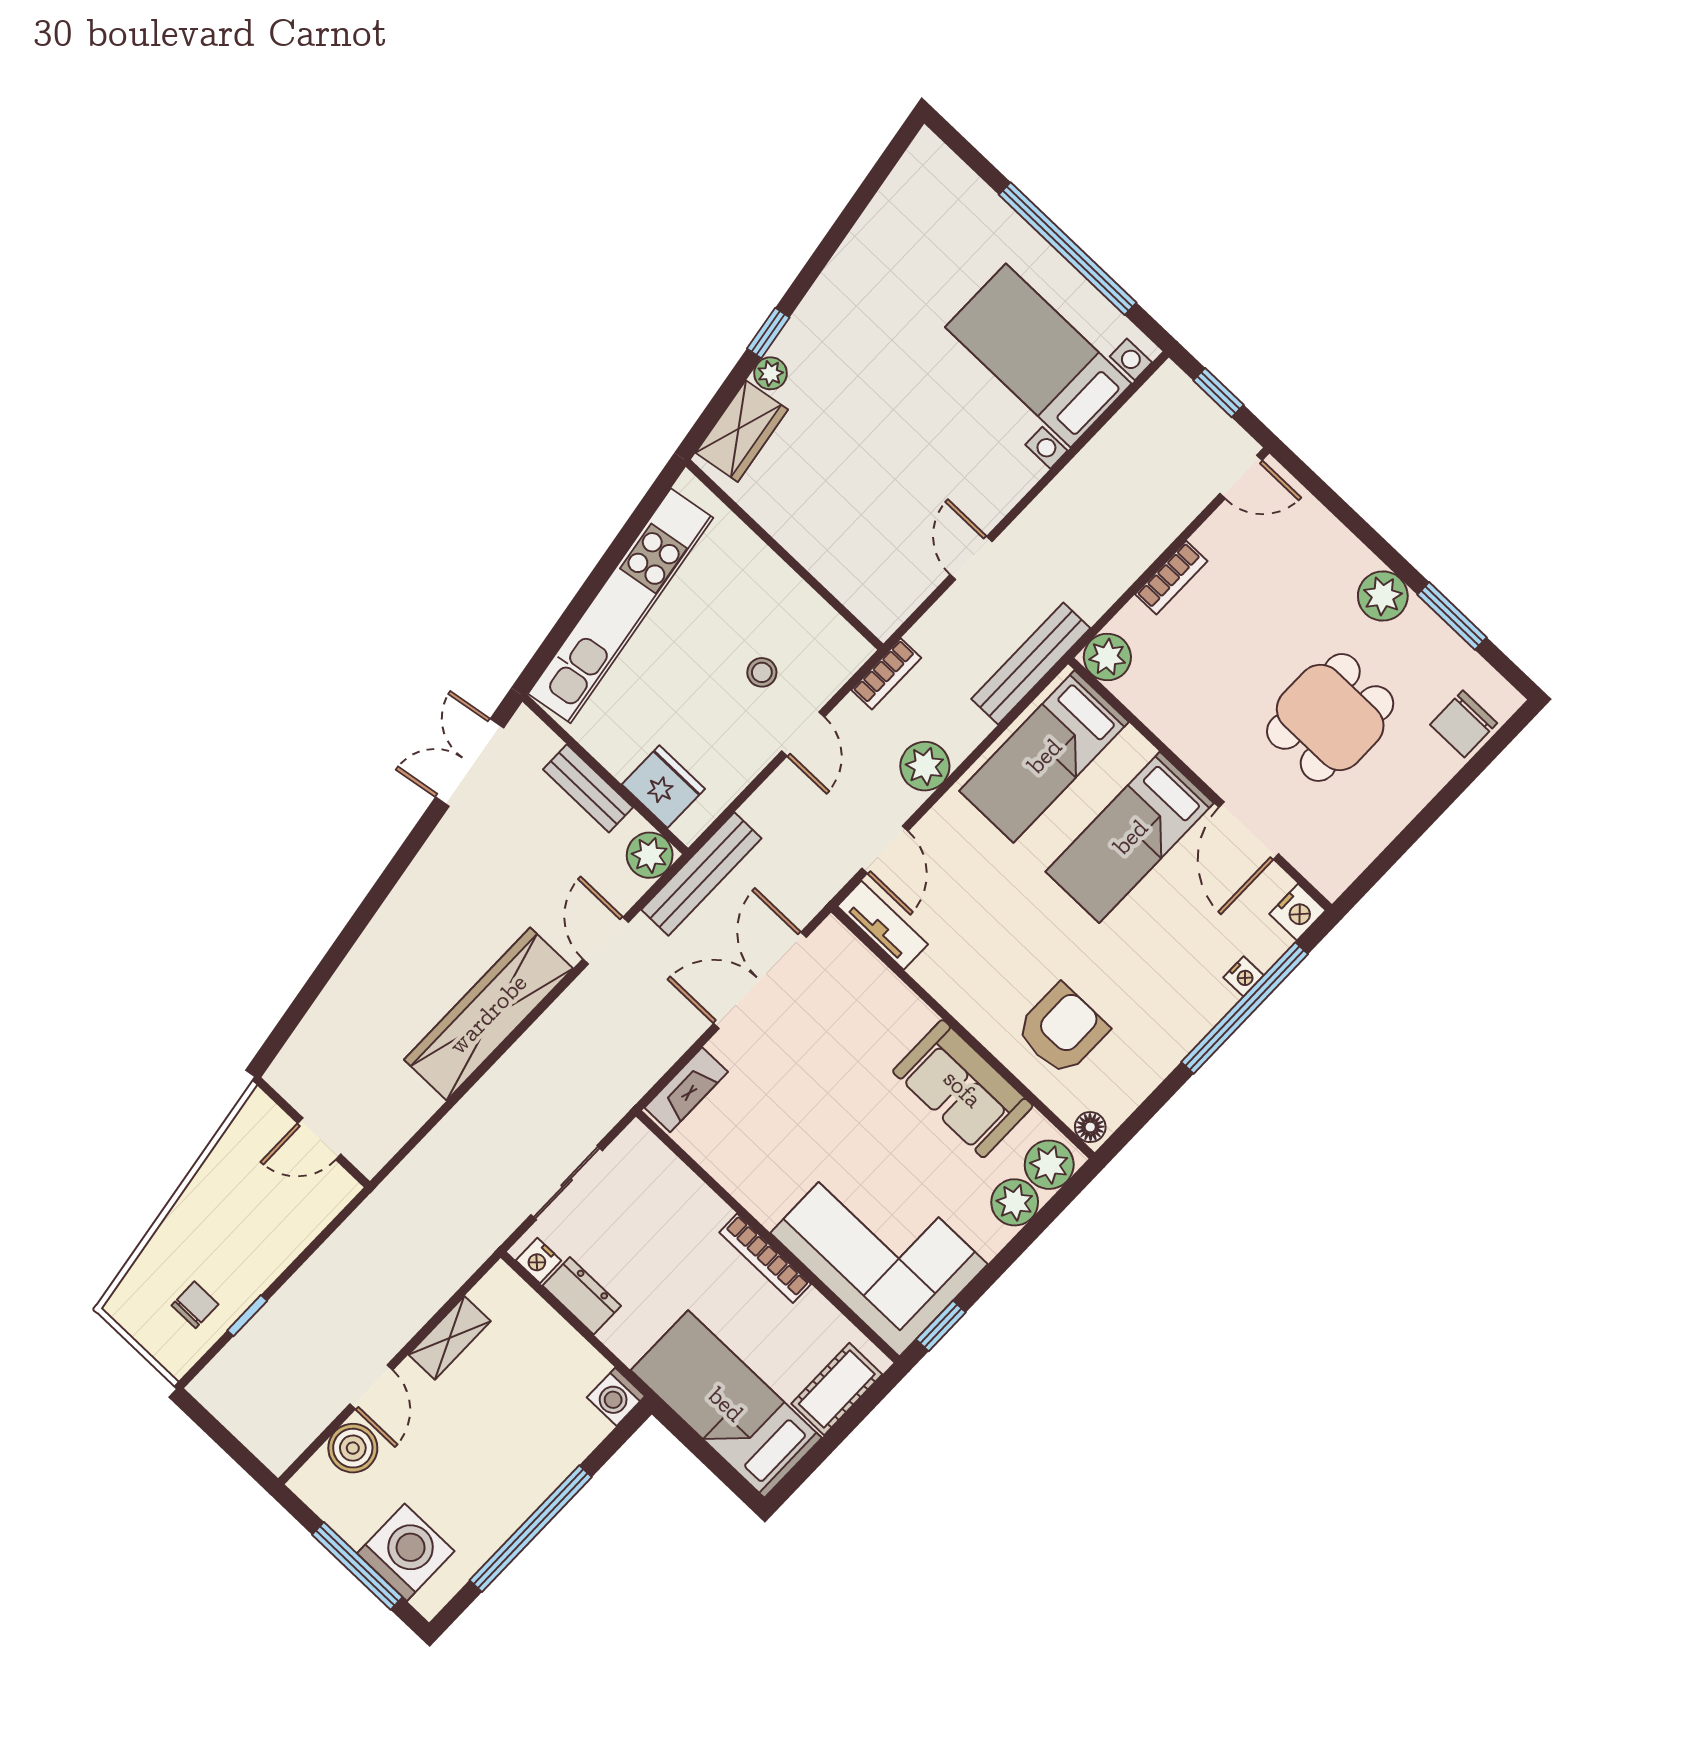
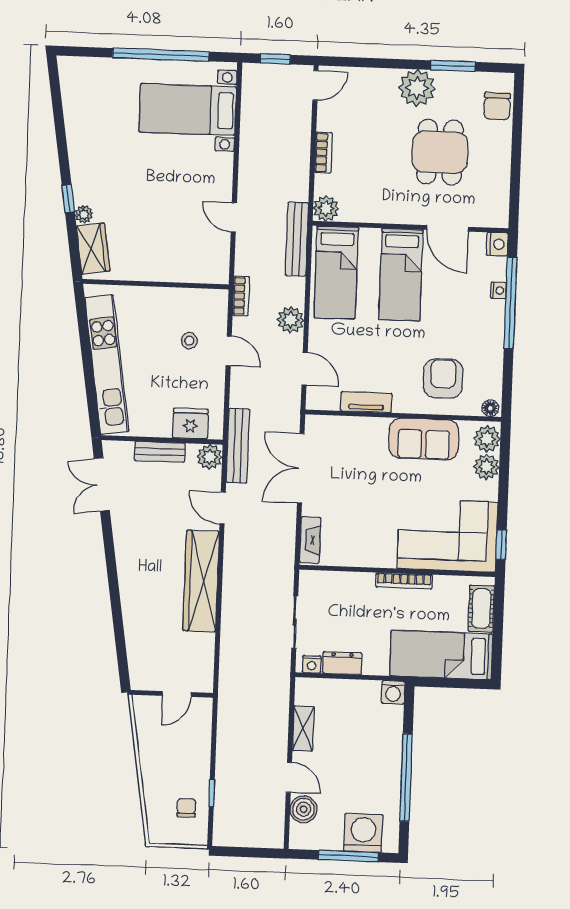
plant: (1383, 596) -> (417, 88), width x1.36, depth x1.36
tv unit: (883, 925) -> (366, 402), moved

